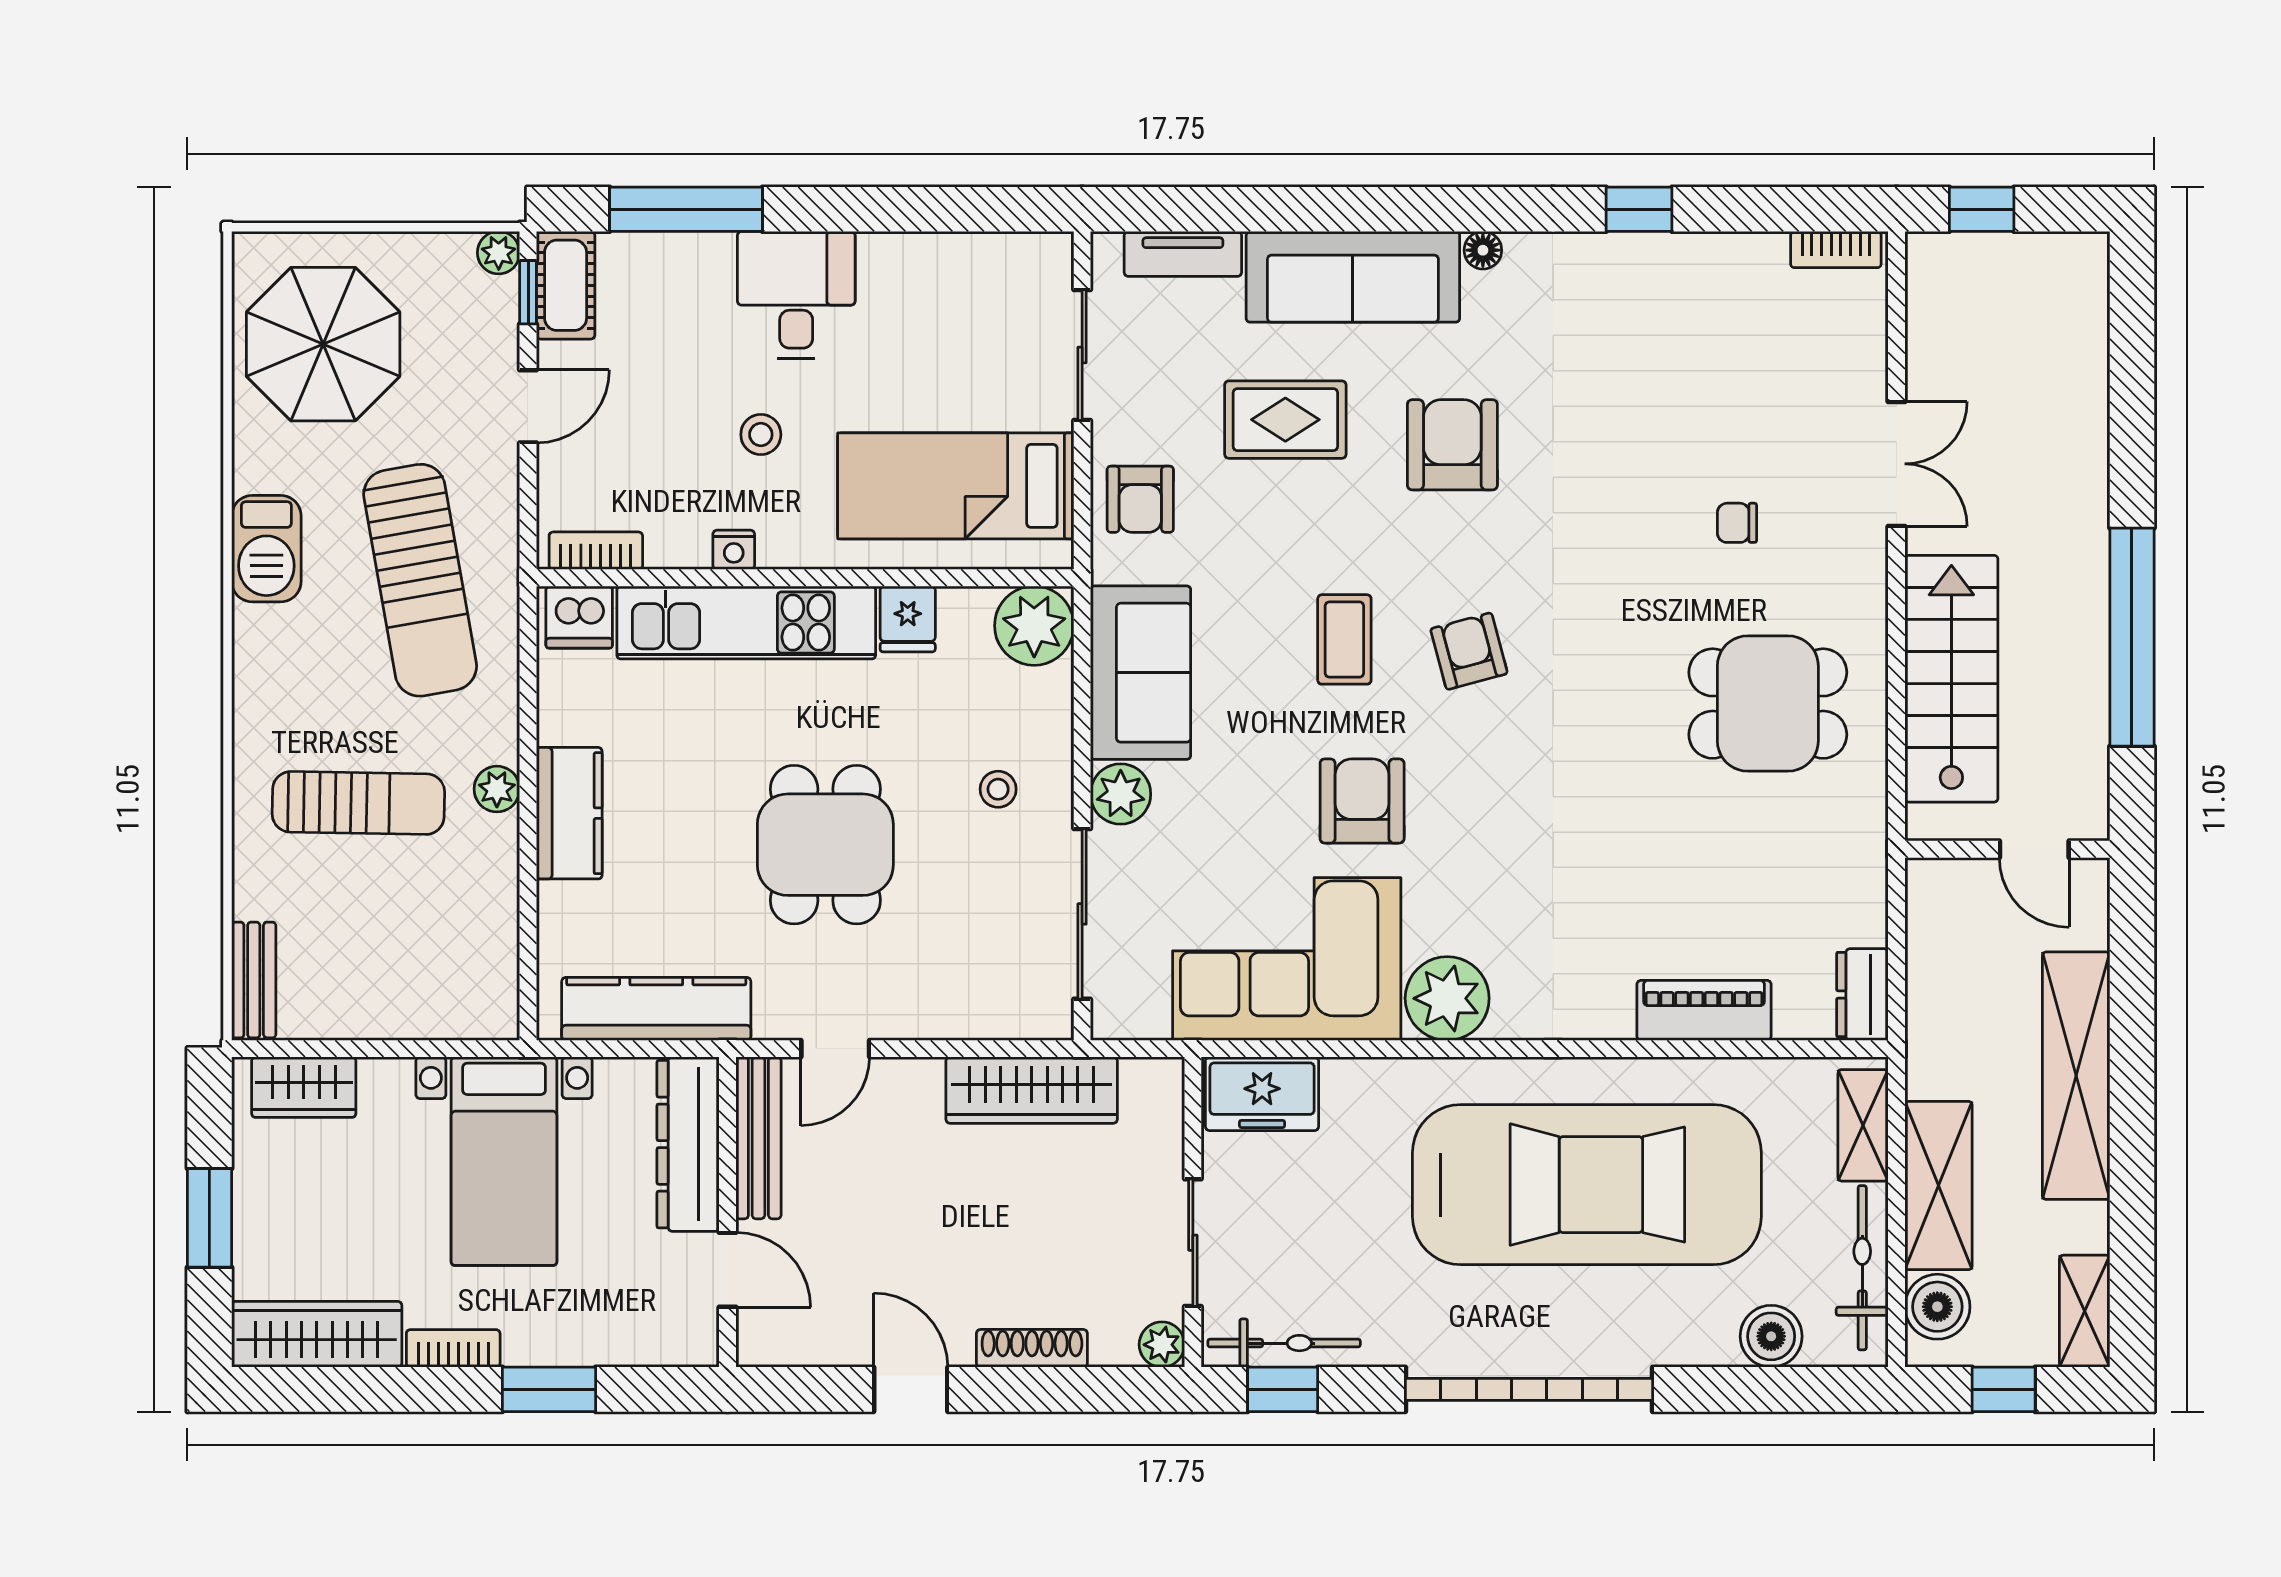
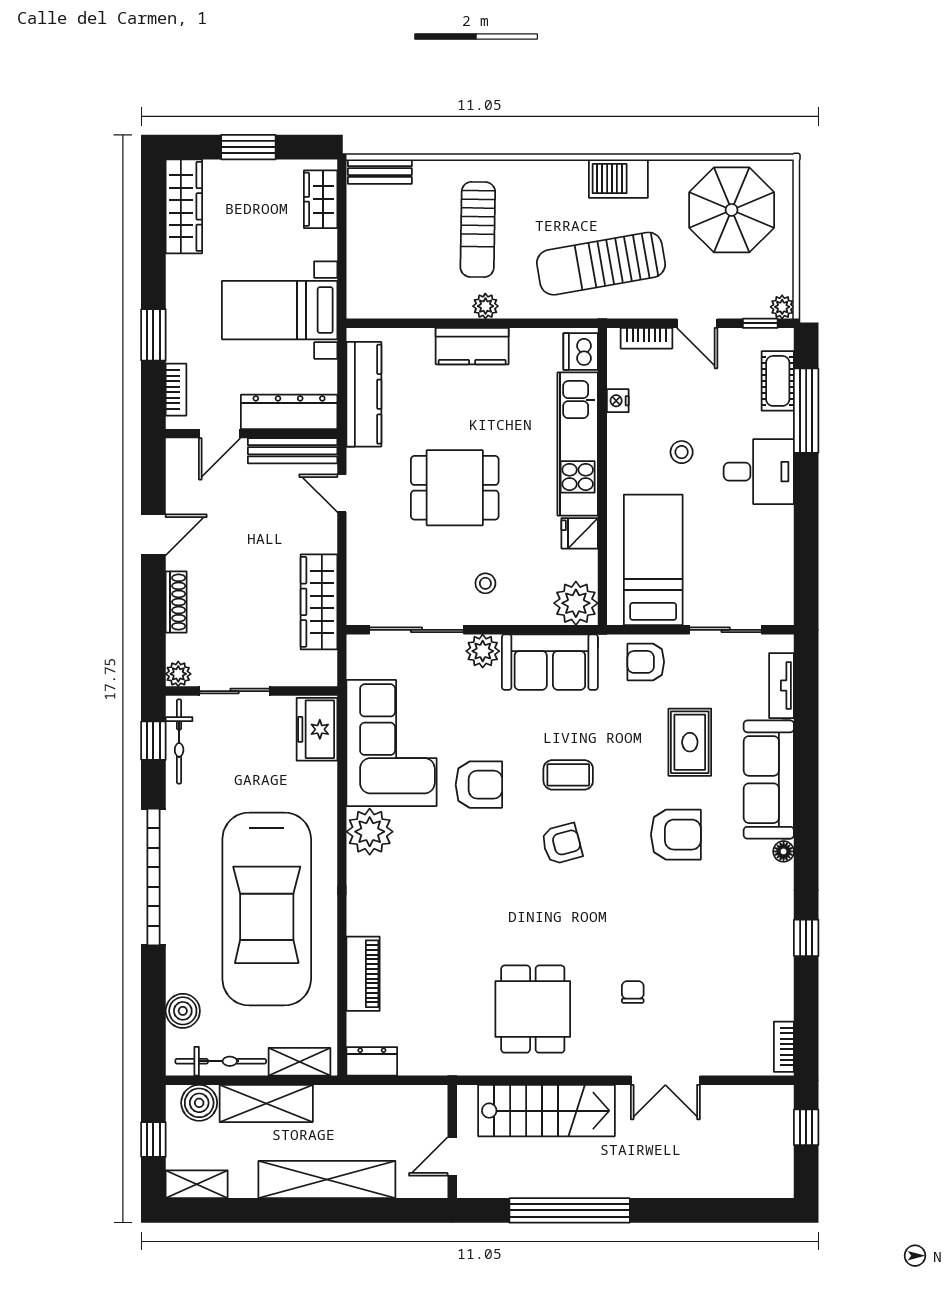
cot: (566, 285) -> (778, 381), moved, turned 90
nightstand: (734, 550) -> (618, 401), moved
bookcase: (596, 551) -> (646, 338), moved, turned 90
bookcase: (453, 1348) -> (176, 390), moved

